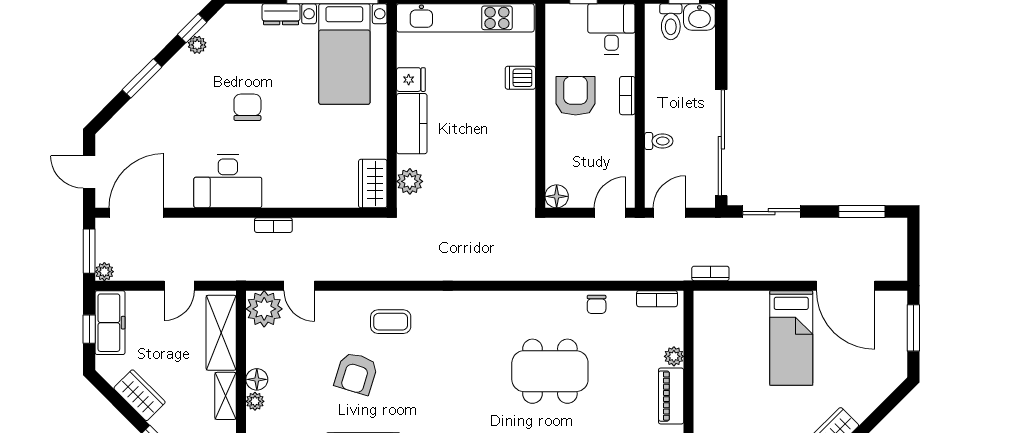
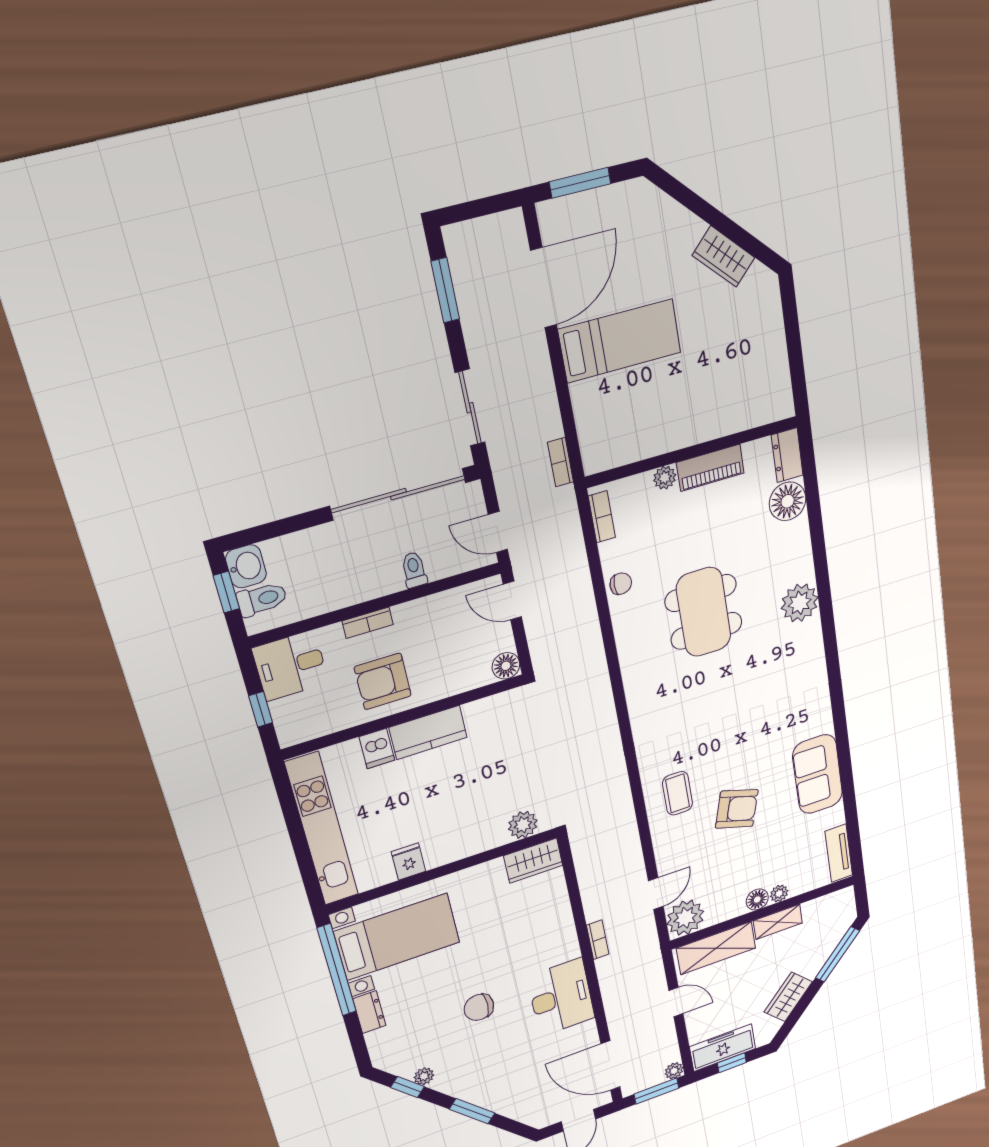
kitchen counter: (412, 124) -> (428, 732), moved, turned 180

